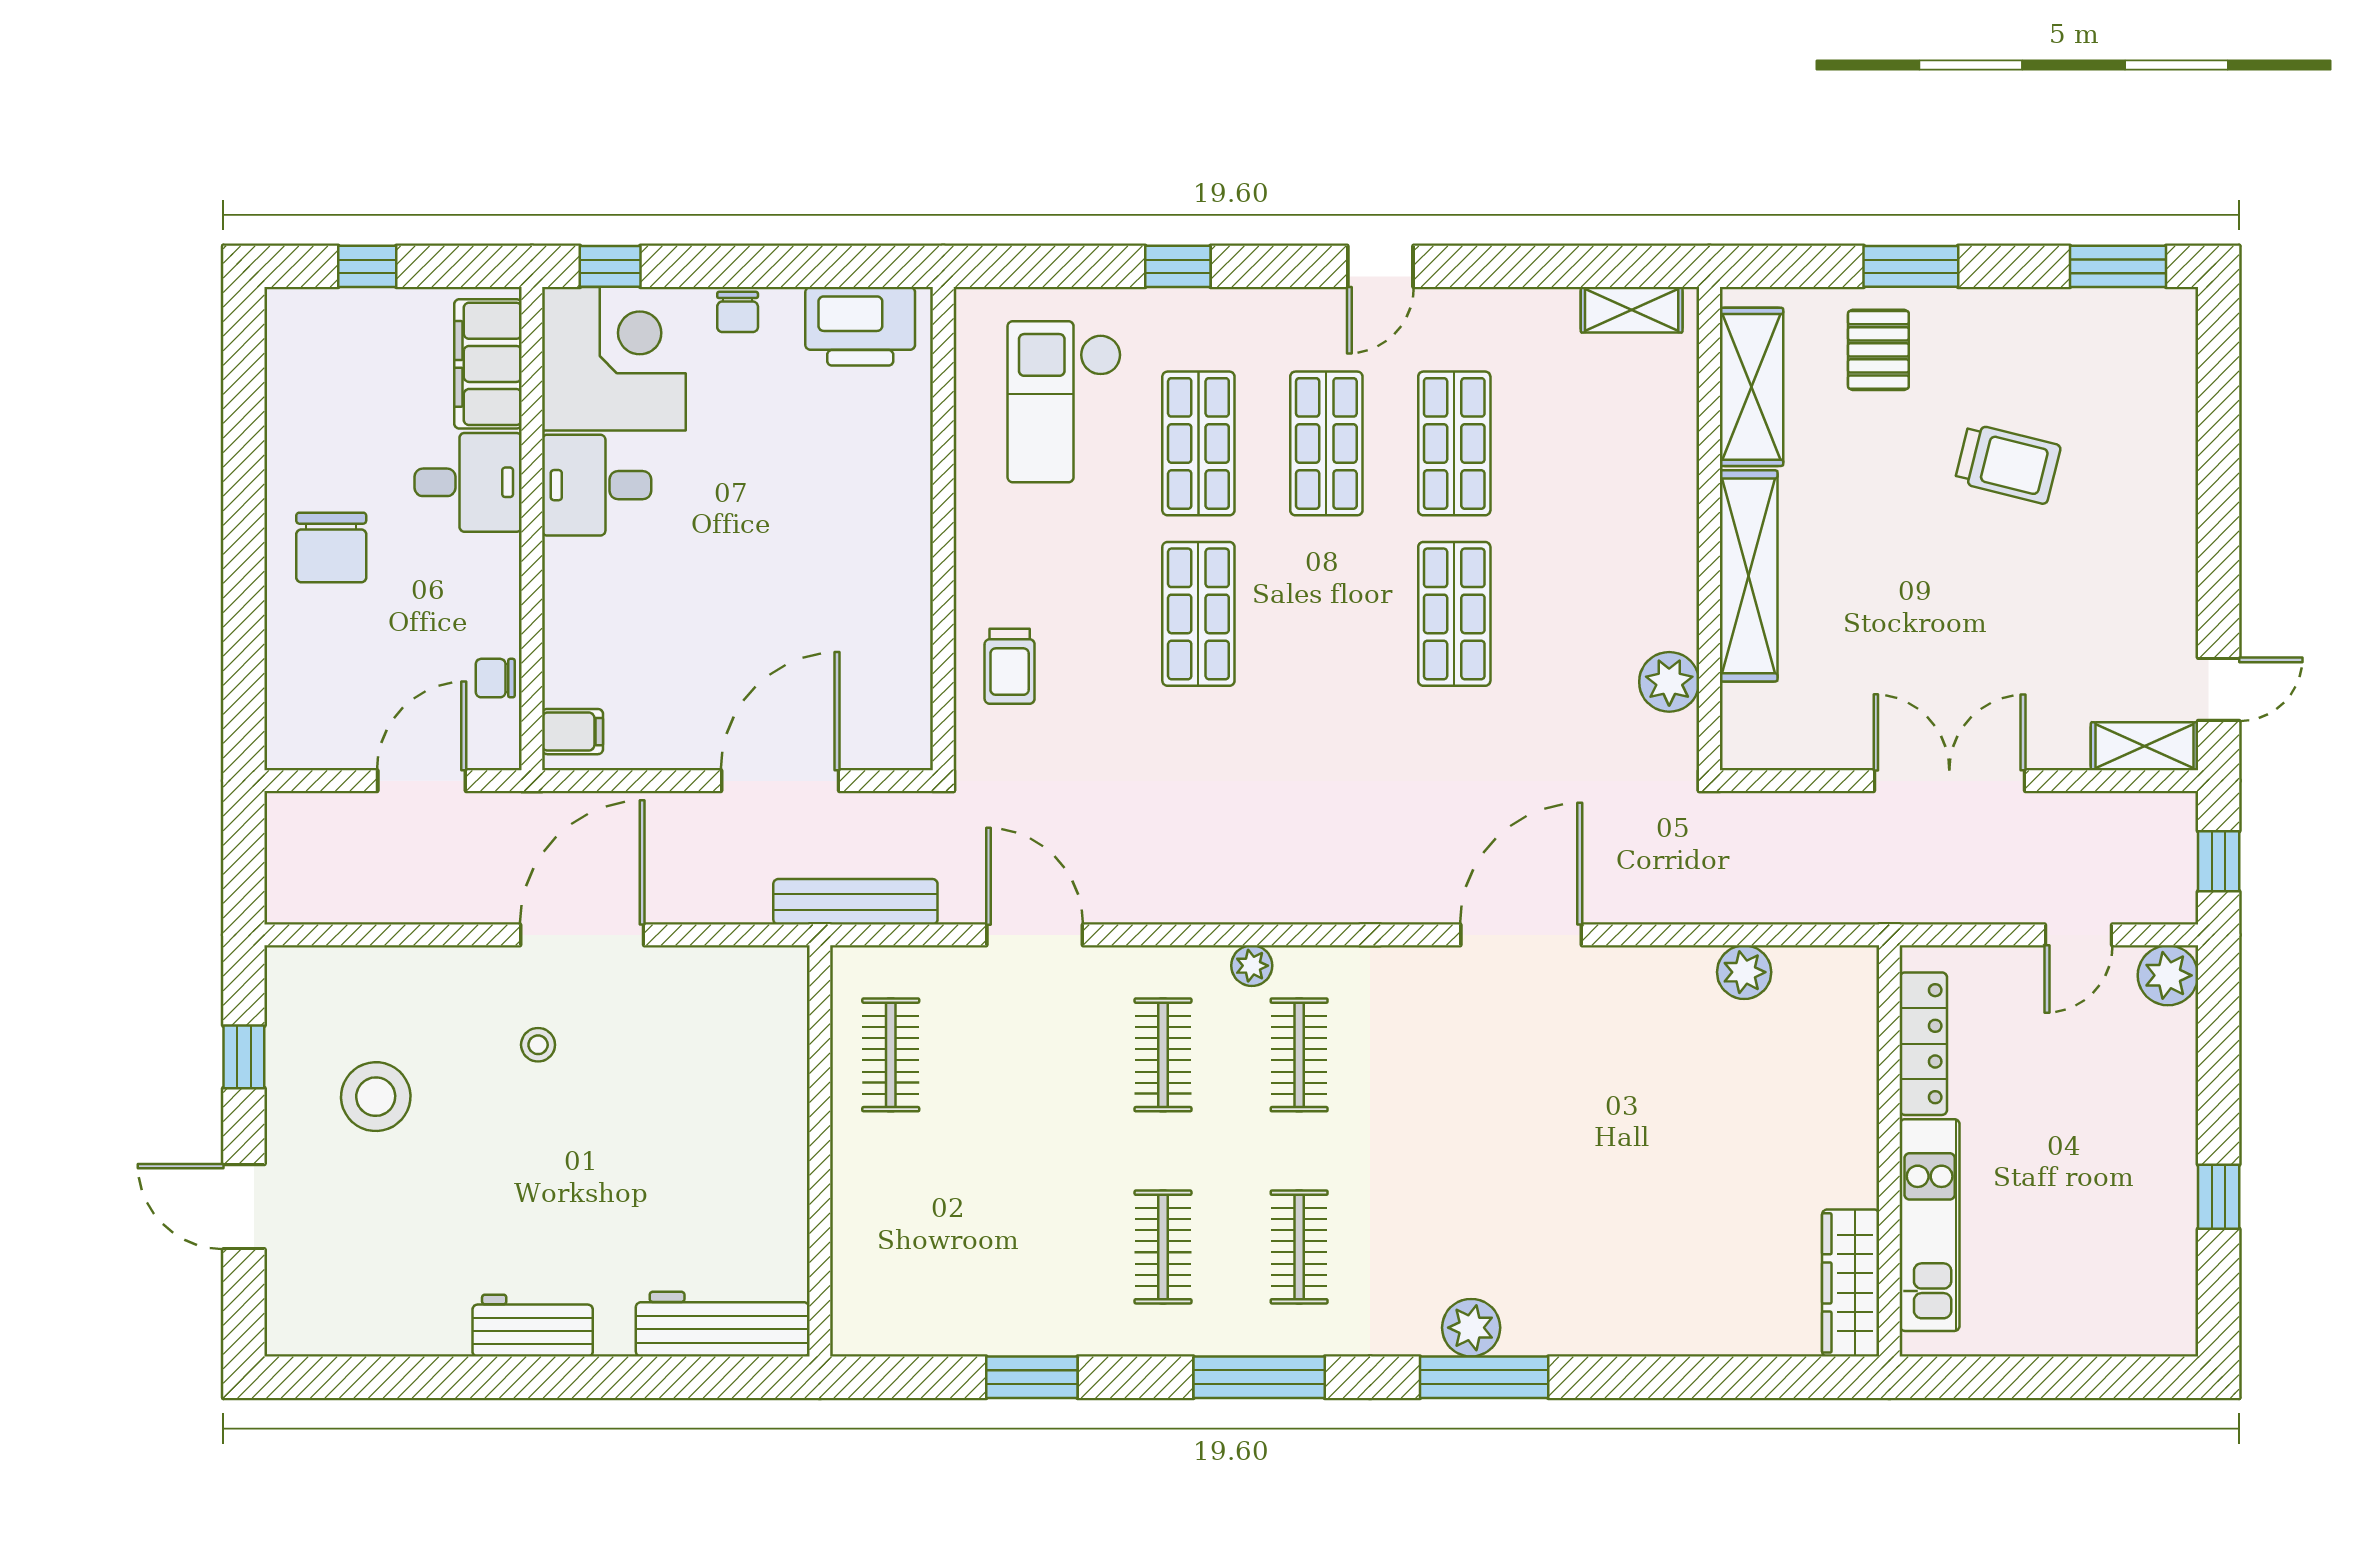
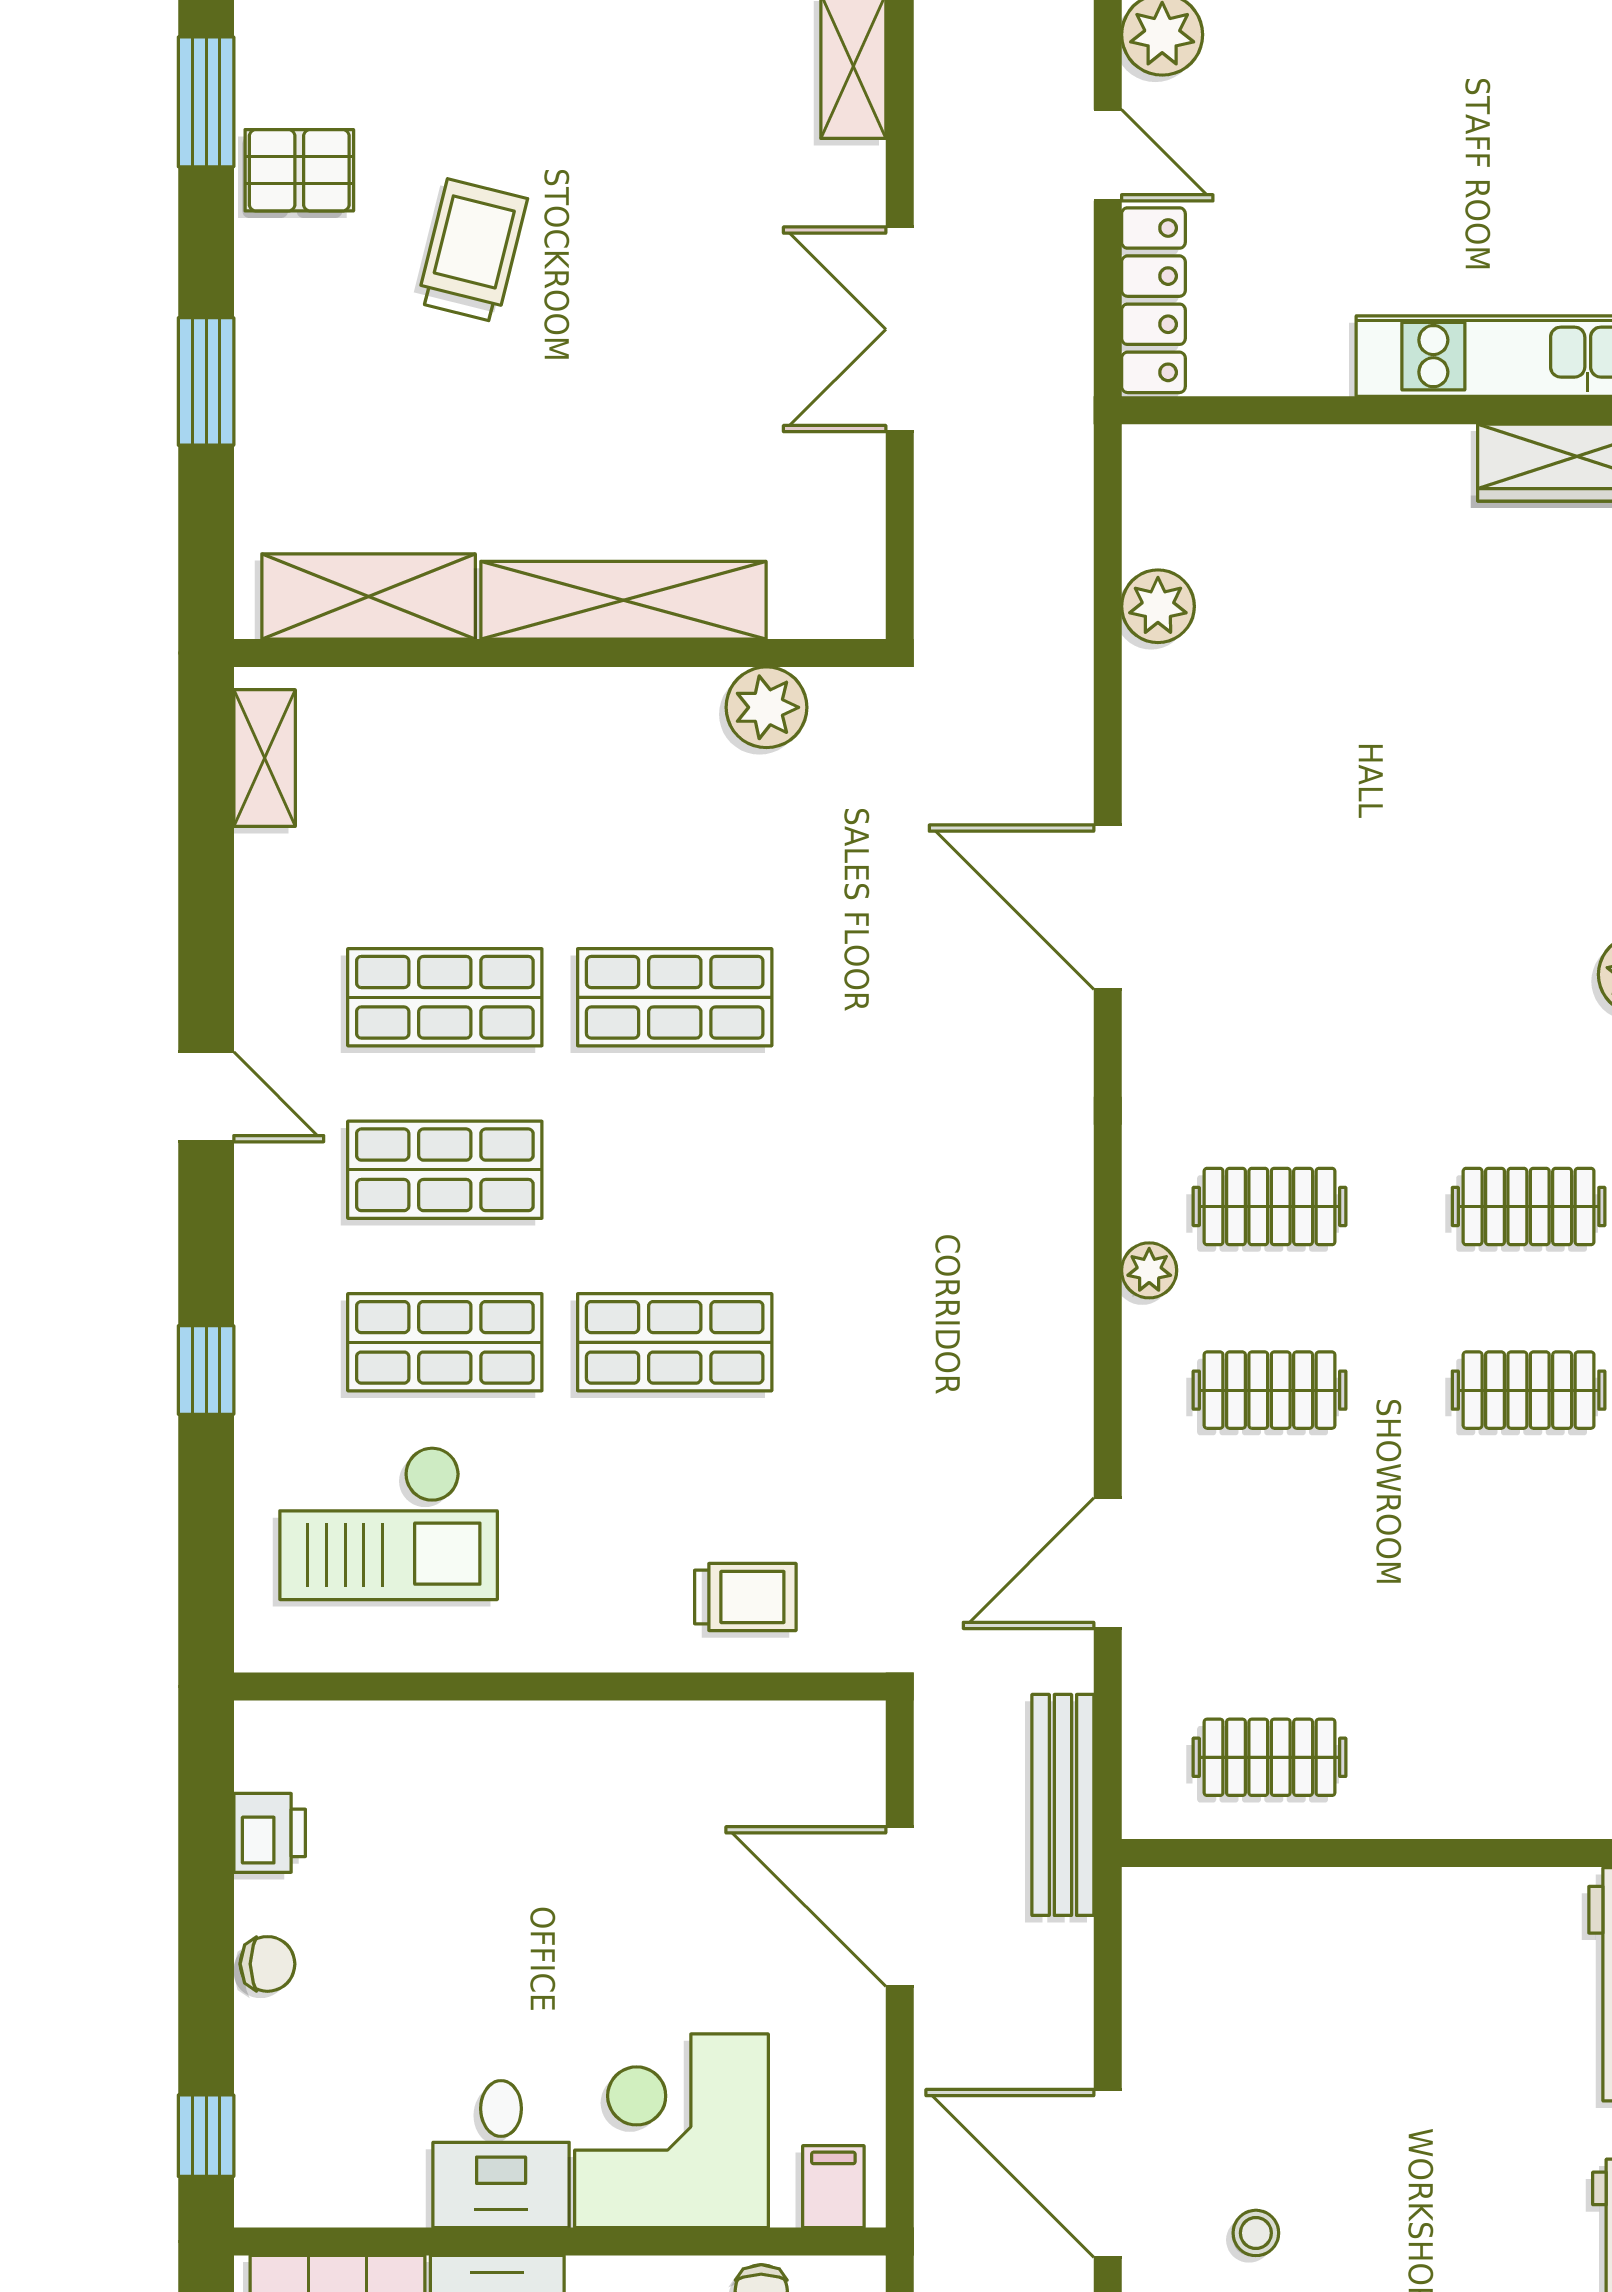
printer: (860, 326) -> (270, 1833), width x0.53, depth x0.68
pallet: (1878, 350) -> (299, 170), moved
corner desk: (614, 359) -> (672, 2131), moved
locker: (1923, 1044) -> (1153, 300), moved, turned 90

